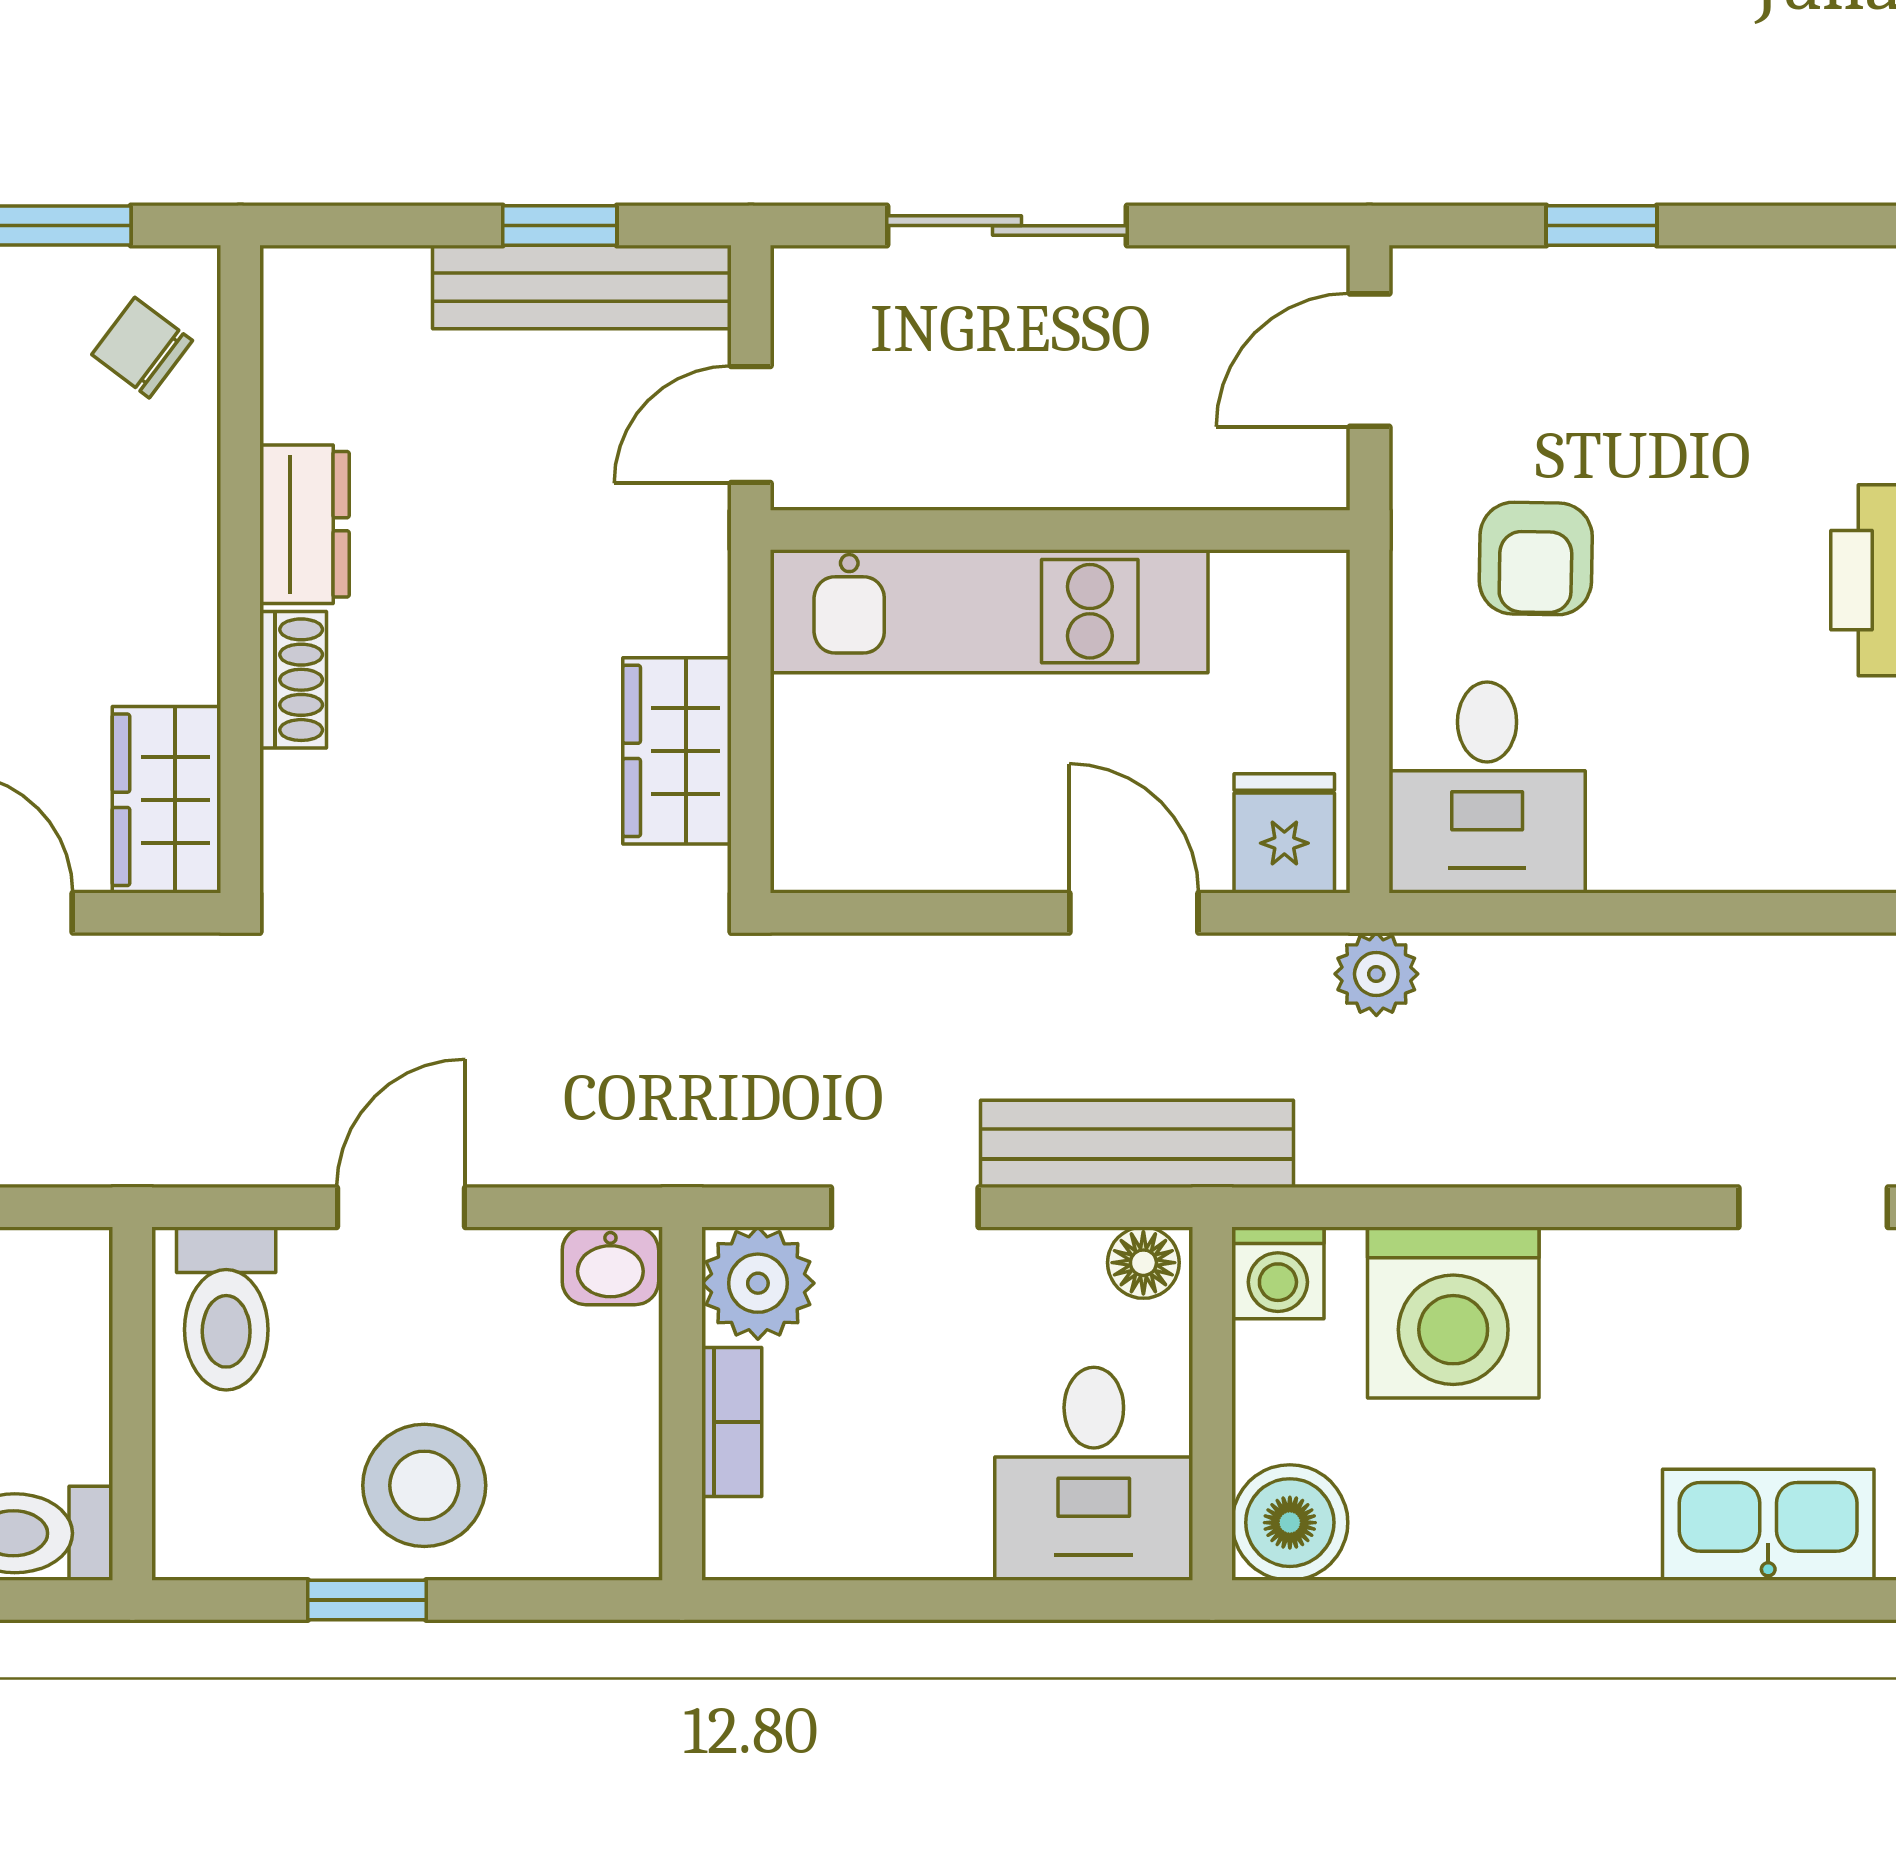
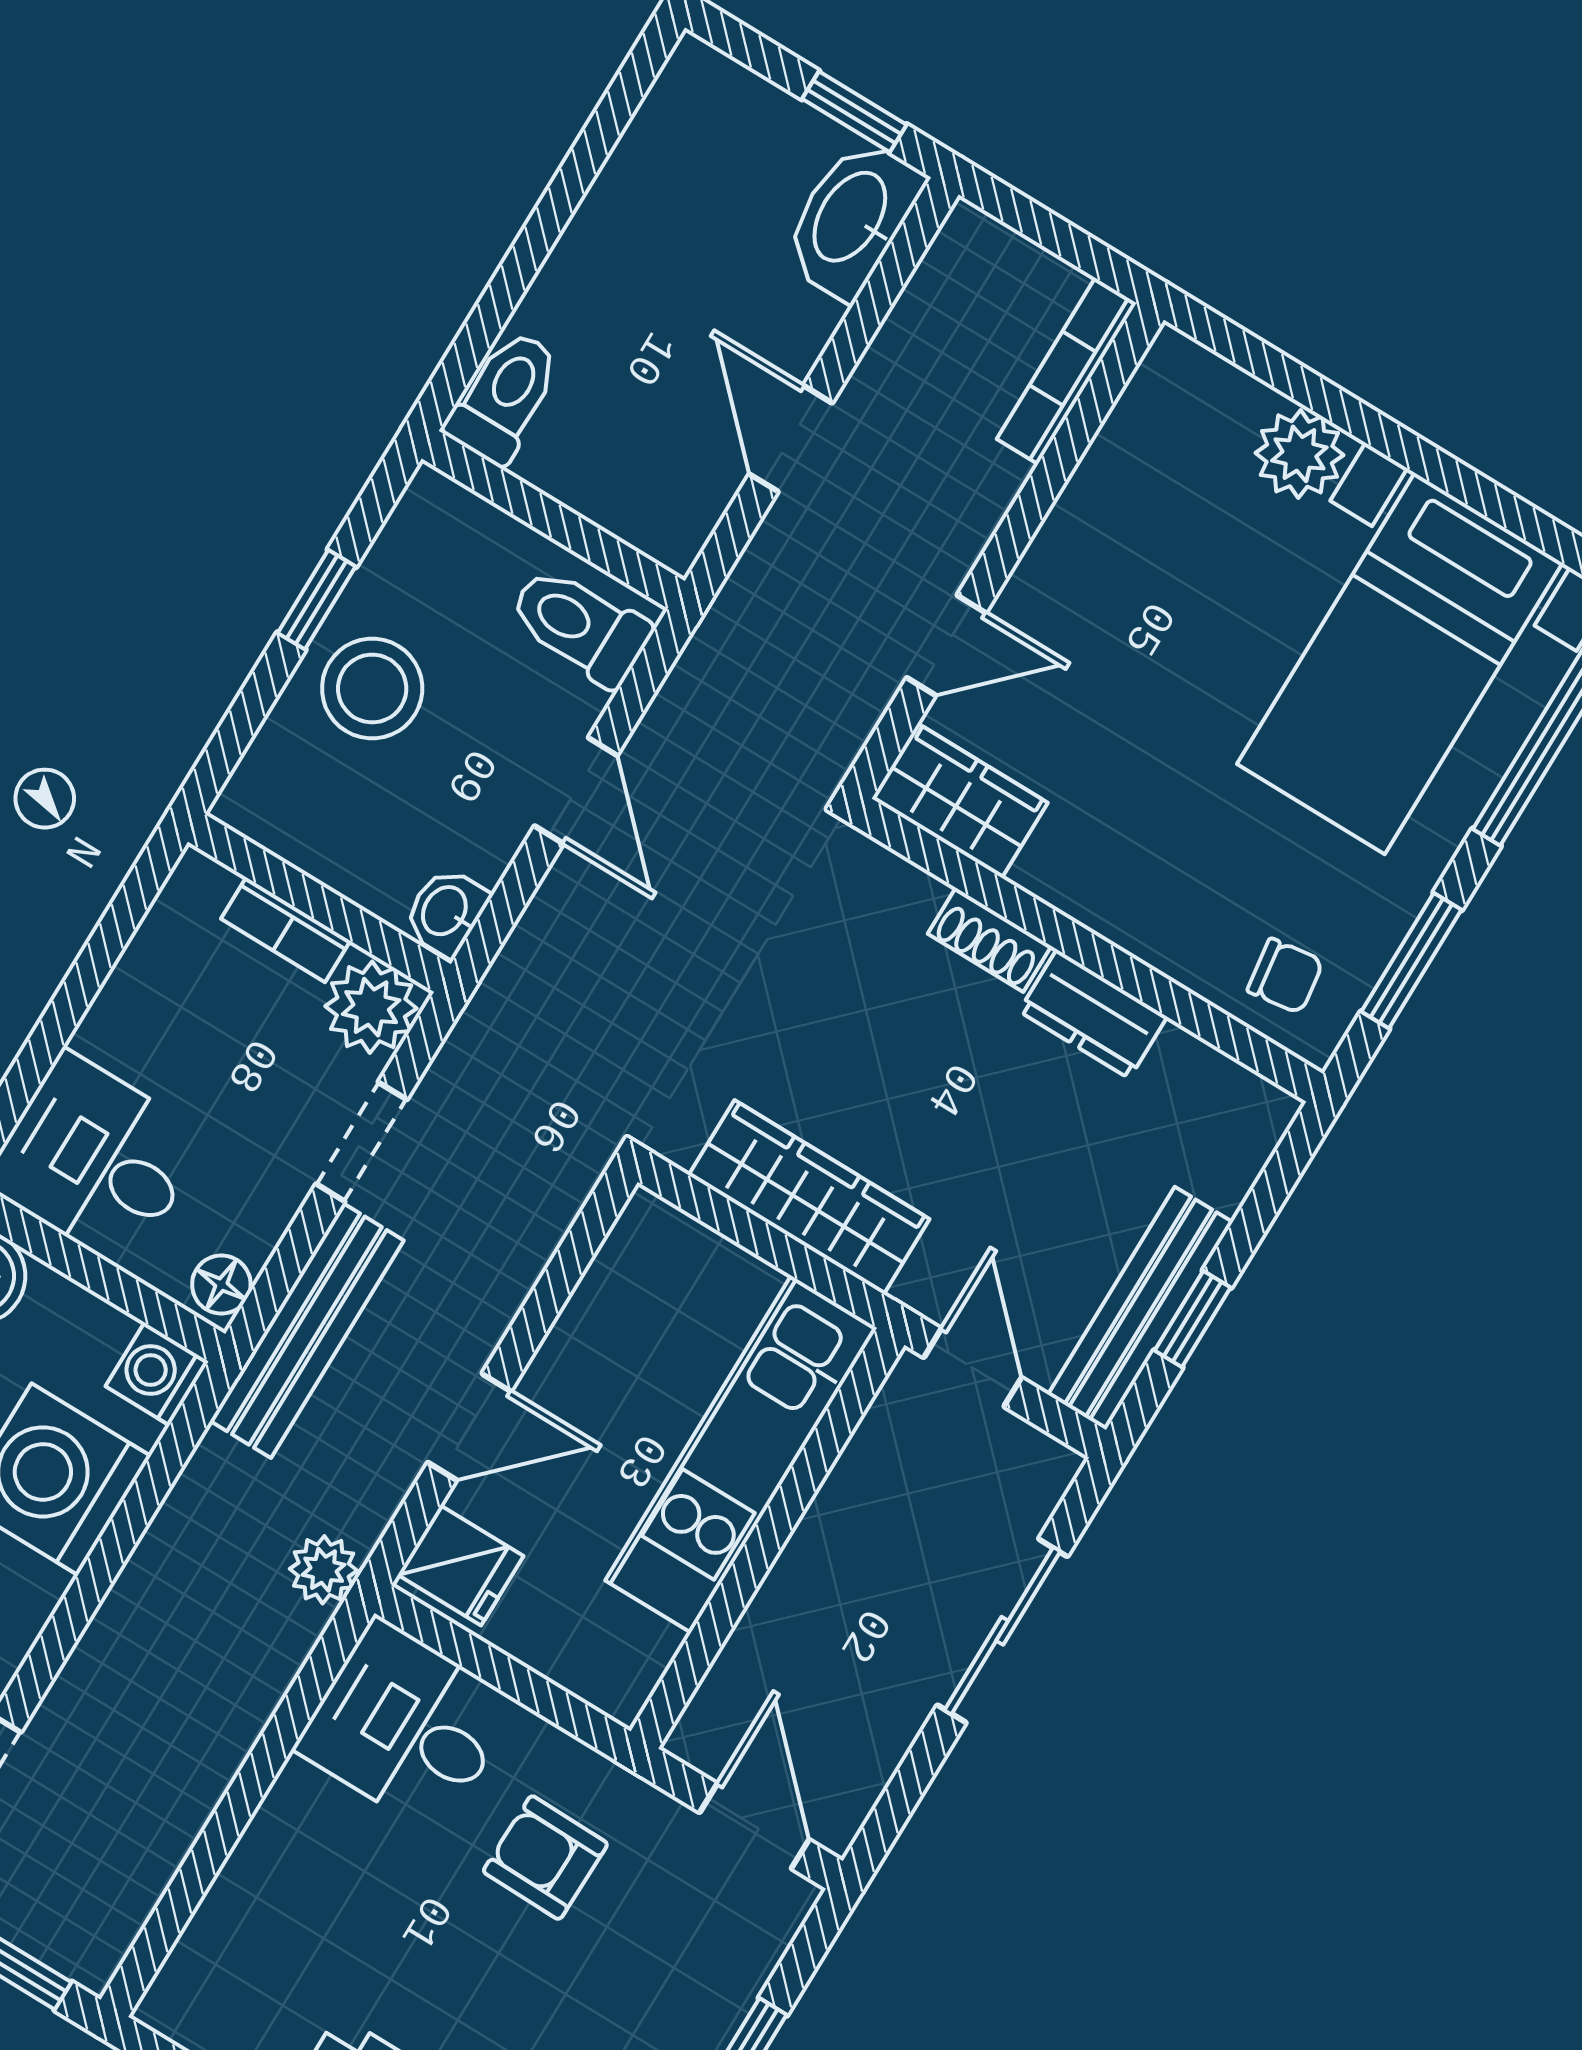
chair: (142, 348) -> (1285, 976), turned 45
wardrobe: (677, 751) -> (809, 1197), width x1.50

